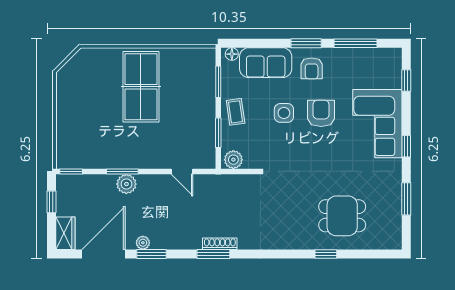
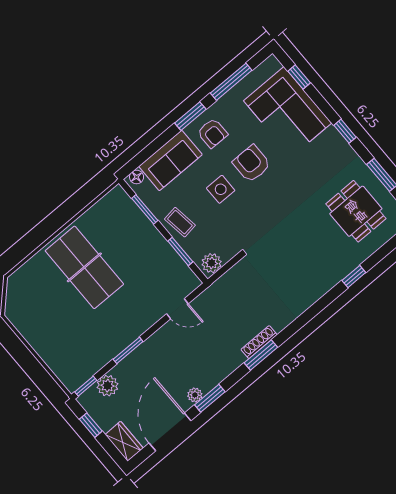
corner sofa: (377, 124) -> (288, 112), moved
plant: (126, 184) -> (107, 386), moved
dining table: (342, 216) -> (356, 211), moved, turned 90

